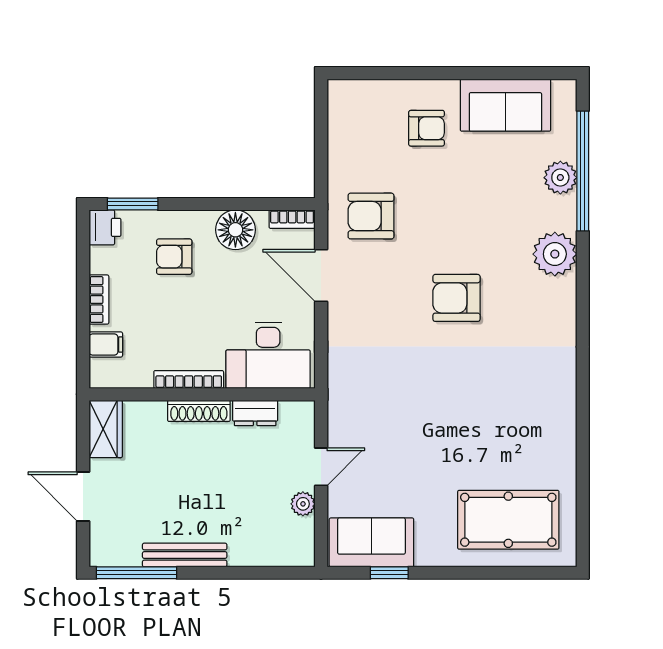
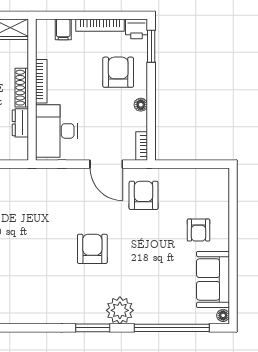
floor lamp: (563, 89) -> (223, 315), added
plant: (560, 178) -> (168, 314), removed
floor lamp: (235, 230) -> (141, 105), width x0.53, depth x0.53
armchair: (174, 257) -> (118, 72), width x1.38, depth x1.38
door: (321, 276) -> (106, 164), swing flipped
window: (583, 297) -> (93, 328), added
bookcase: (99, 300) -> (100, 25), width x1.56

